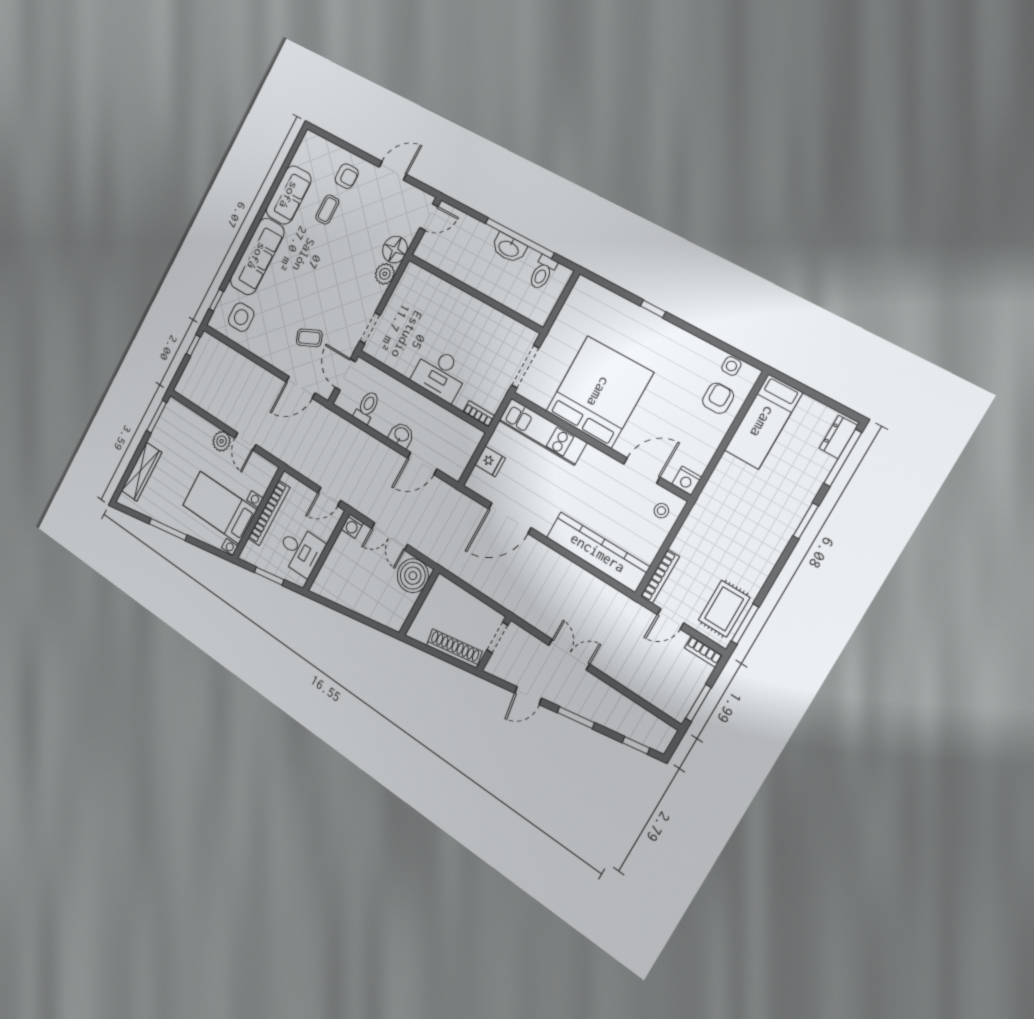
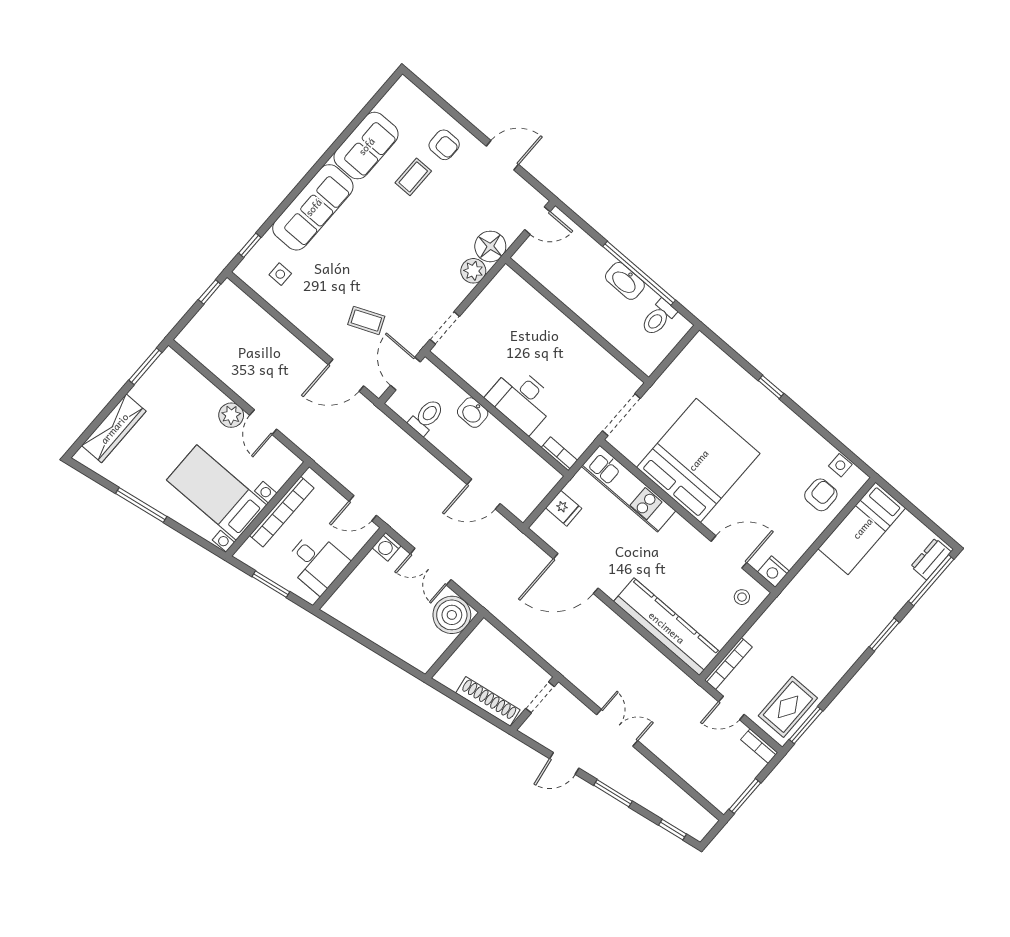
side table: (241, 317) -> (280, 274), width x0.54, depth x0.54
washbasin: (401, 435) -> (473, 413), moved, turned 180

